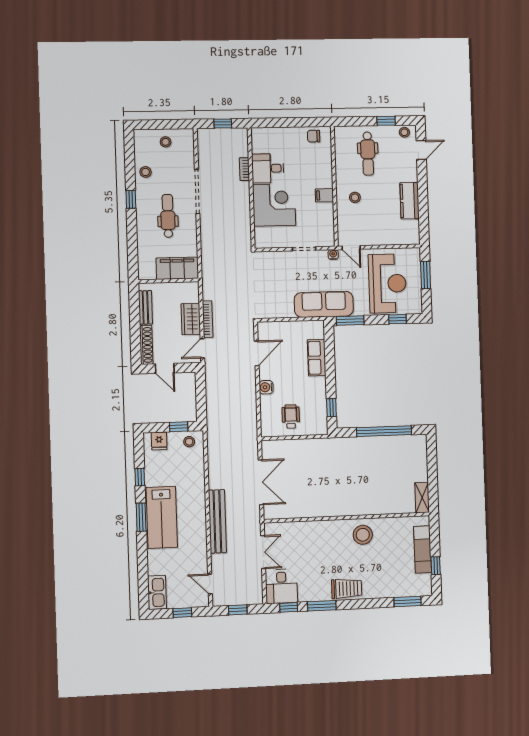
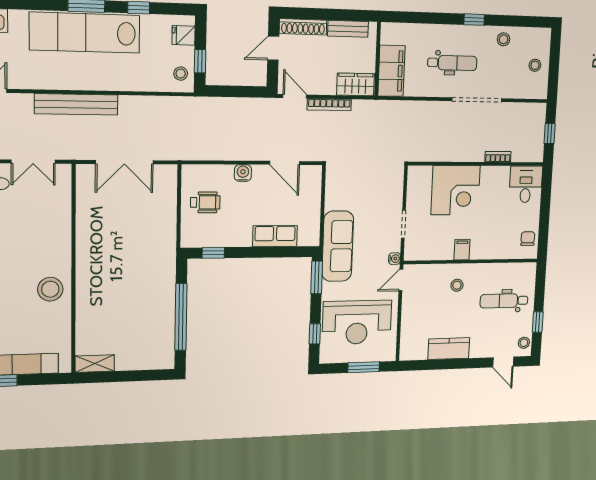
desk: (268, 168) -> (526, 184), moved
wardrobe: (191, 319) -> (356, 84), moved
lab bench: (162, 517) -> (85, 33), width x1.36

